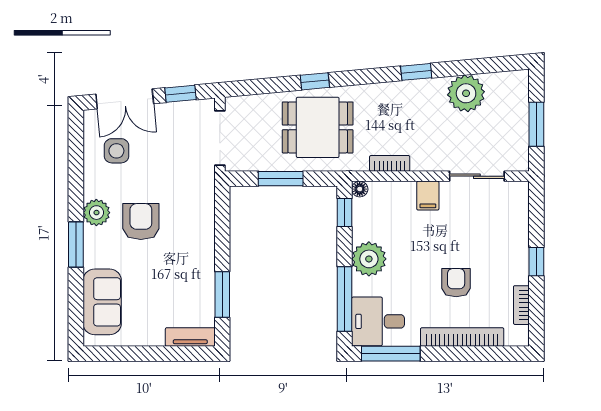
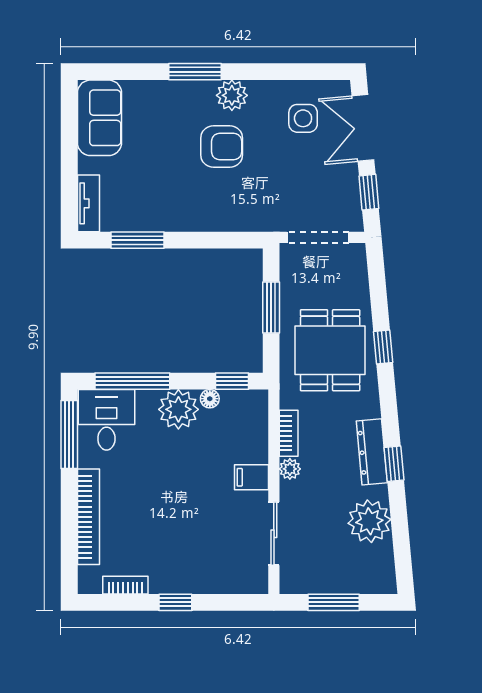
dresser: (406, 91) -> (372, 452), added
plant: (421, 162) -> (290, 469), added
floor lamp: (360, 189) -> (210, 399), moved
armchair: (456, 283) -> (151, 510), removed
sofa: (102, 302) -> (99, 118), moved, turned -90

